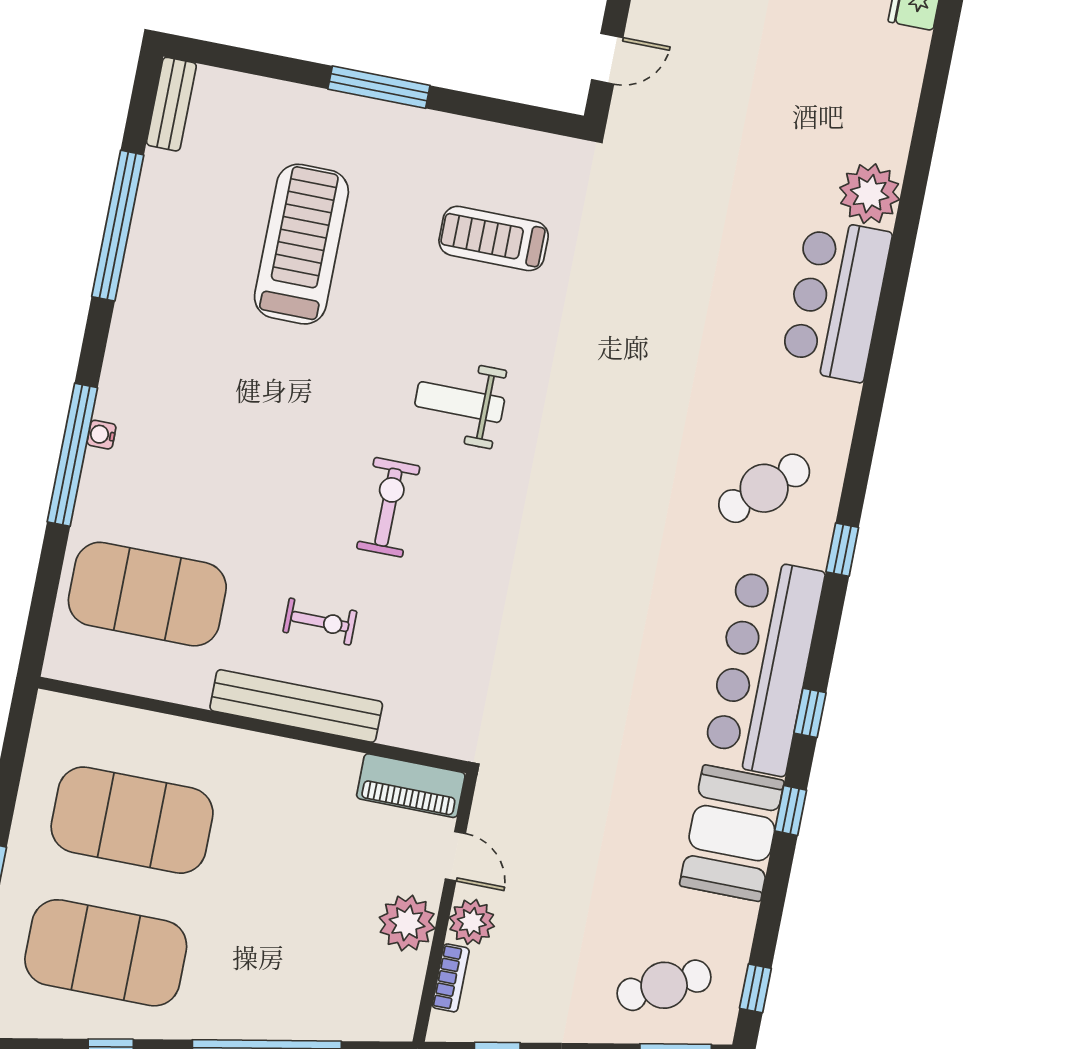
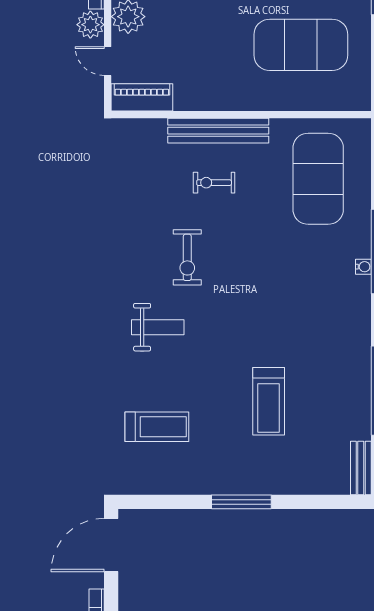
door: (607, 59) -> (111, 545), width x1.88
treadmill: (301, 244) -> (269, 401), width x0.73, depth x0.73
exercise mat: (147, 594) -> (318, 179), turned 90

